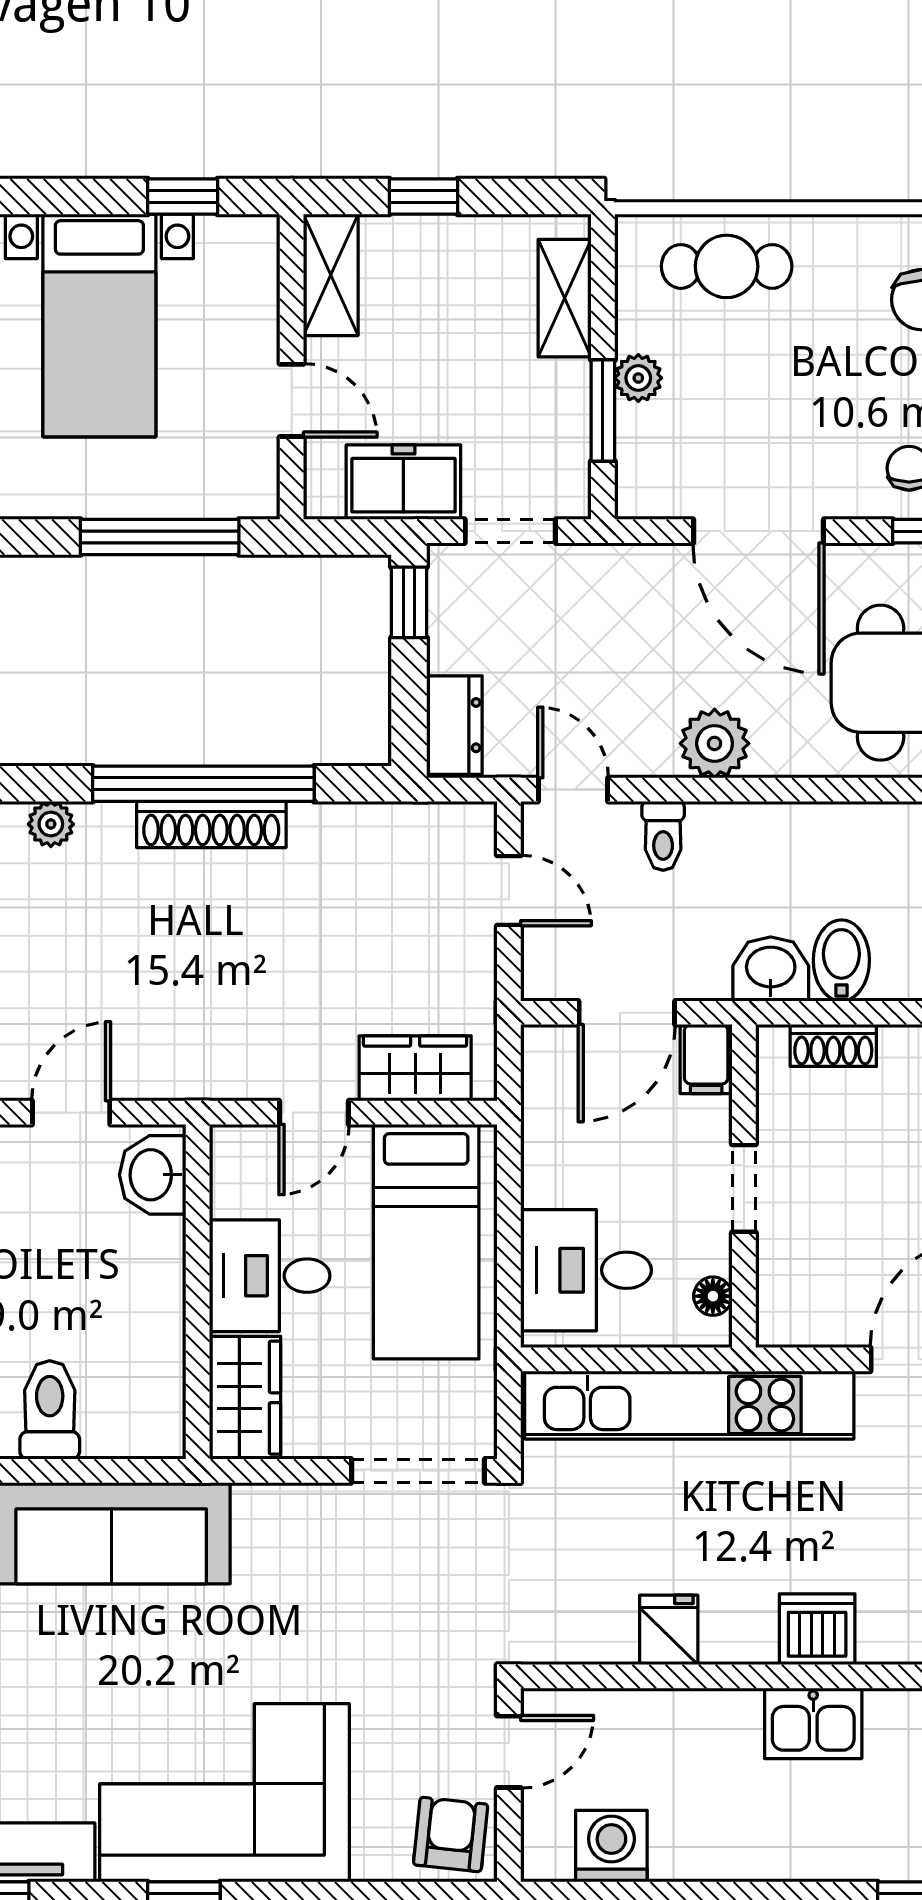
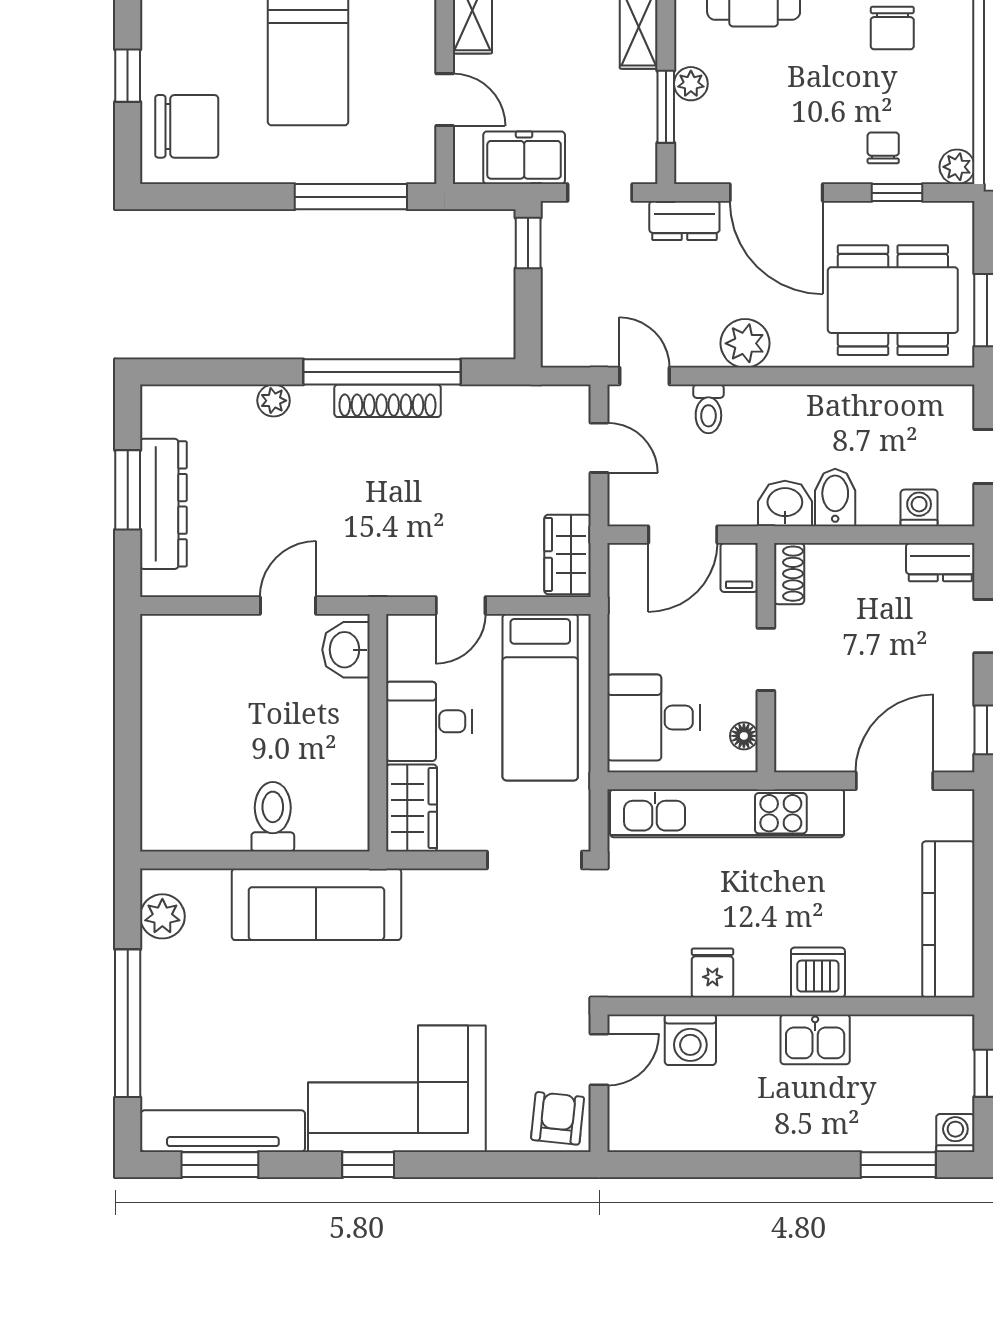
dresser: (454, 725) -> (684, 221), moved, turned 90
shoe rack: (833, 1045) -> (789, 574), moved, turned -90
wardrobe: (415, 1068) -> (568, 554), moved, turned -90
washing machine: (611, 1846) -> (690, 1040), moved, turned 180

